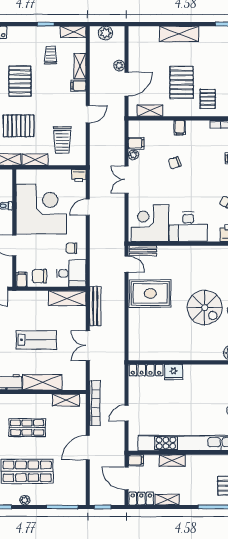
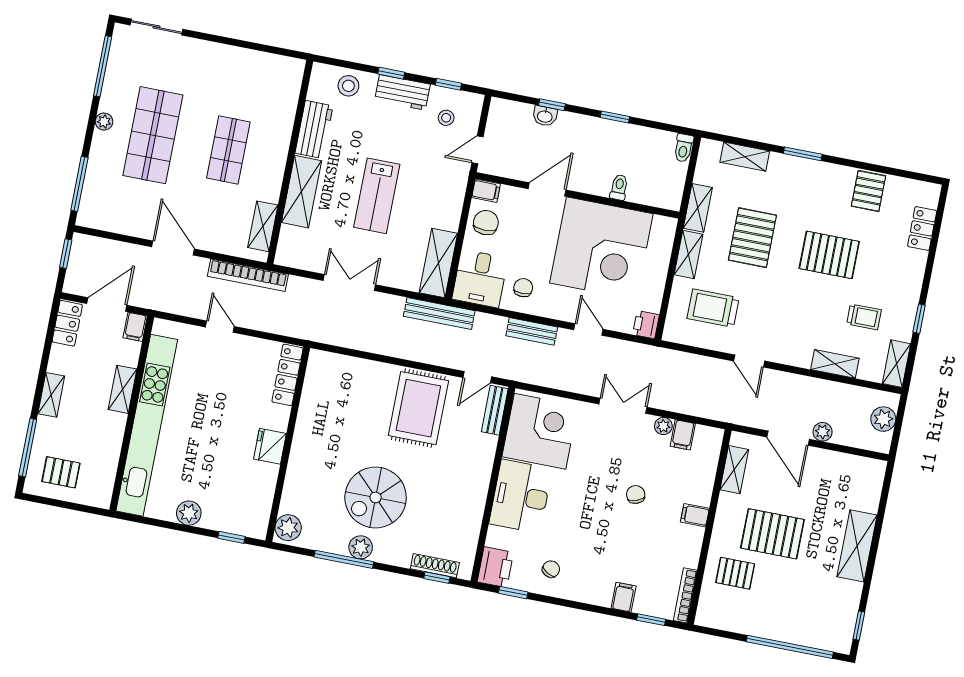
filing cabinet: (78, 86) -> (802, 355), removed
bench: (95, 239) -> (532, 331), added
bench: (95, 306) -> (439, 314), moved
fridge: (174, 372) -> (270, 446), moved
shelving: (167, 500) -> (51, 395), moved

